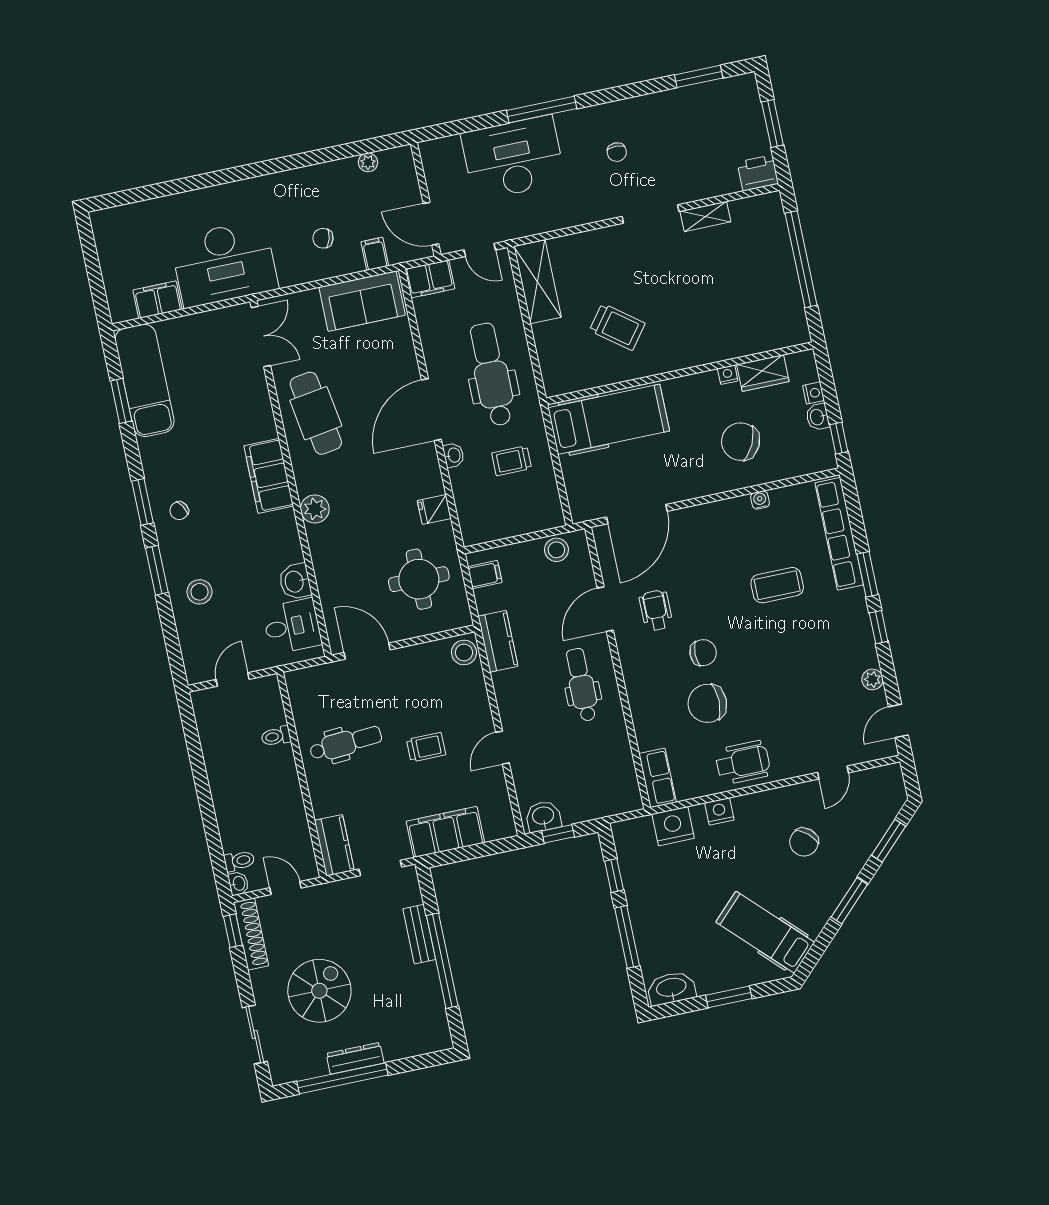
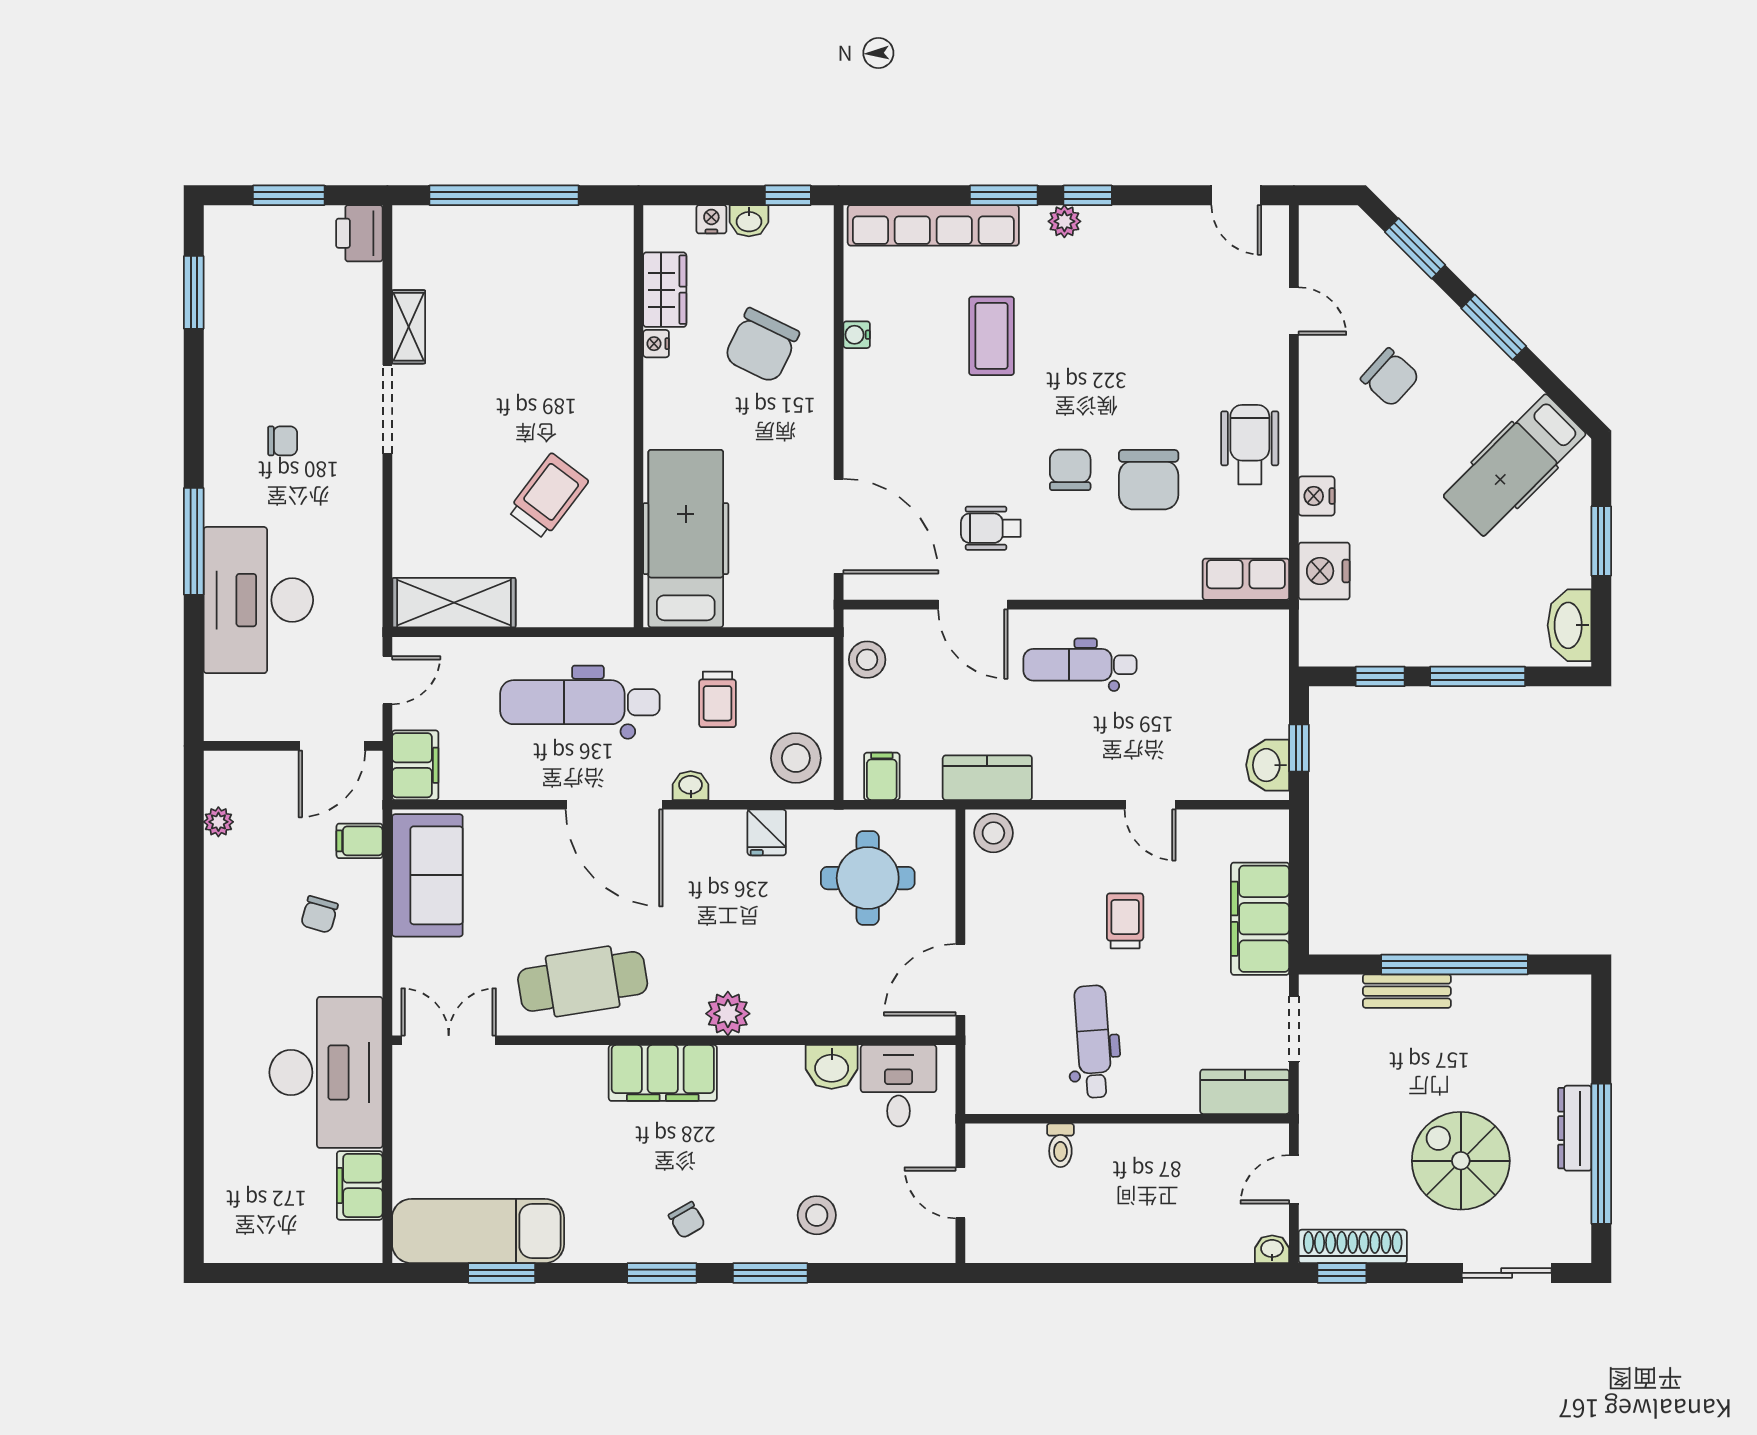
stool: (485, 518) -> (796, 758), added
plant: (872, 679) -> (1064, 221), moved
toilet: (239, 861) -> (1238, 1241), removed

